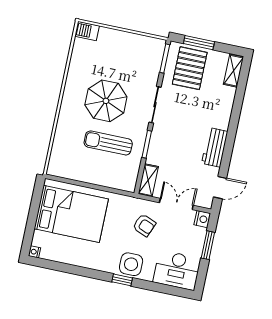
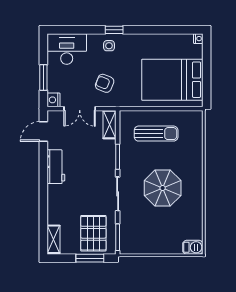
sun lounger: (108, 143) -> (156, 134), moved
side table: (131, 264) -> (109, 46), width x0.54, depth x0.54

